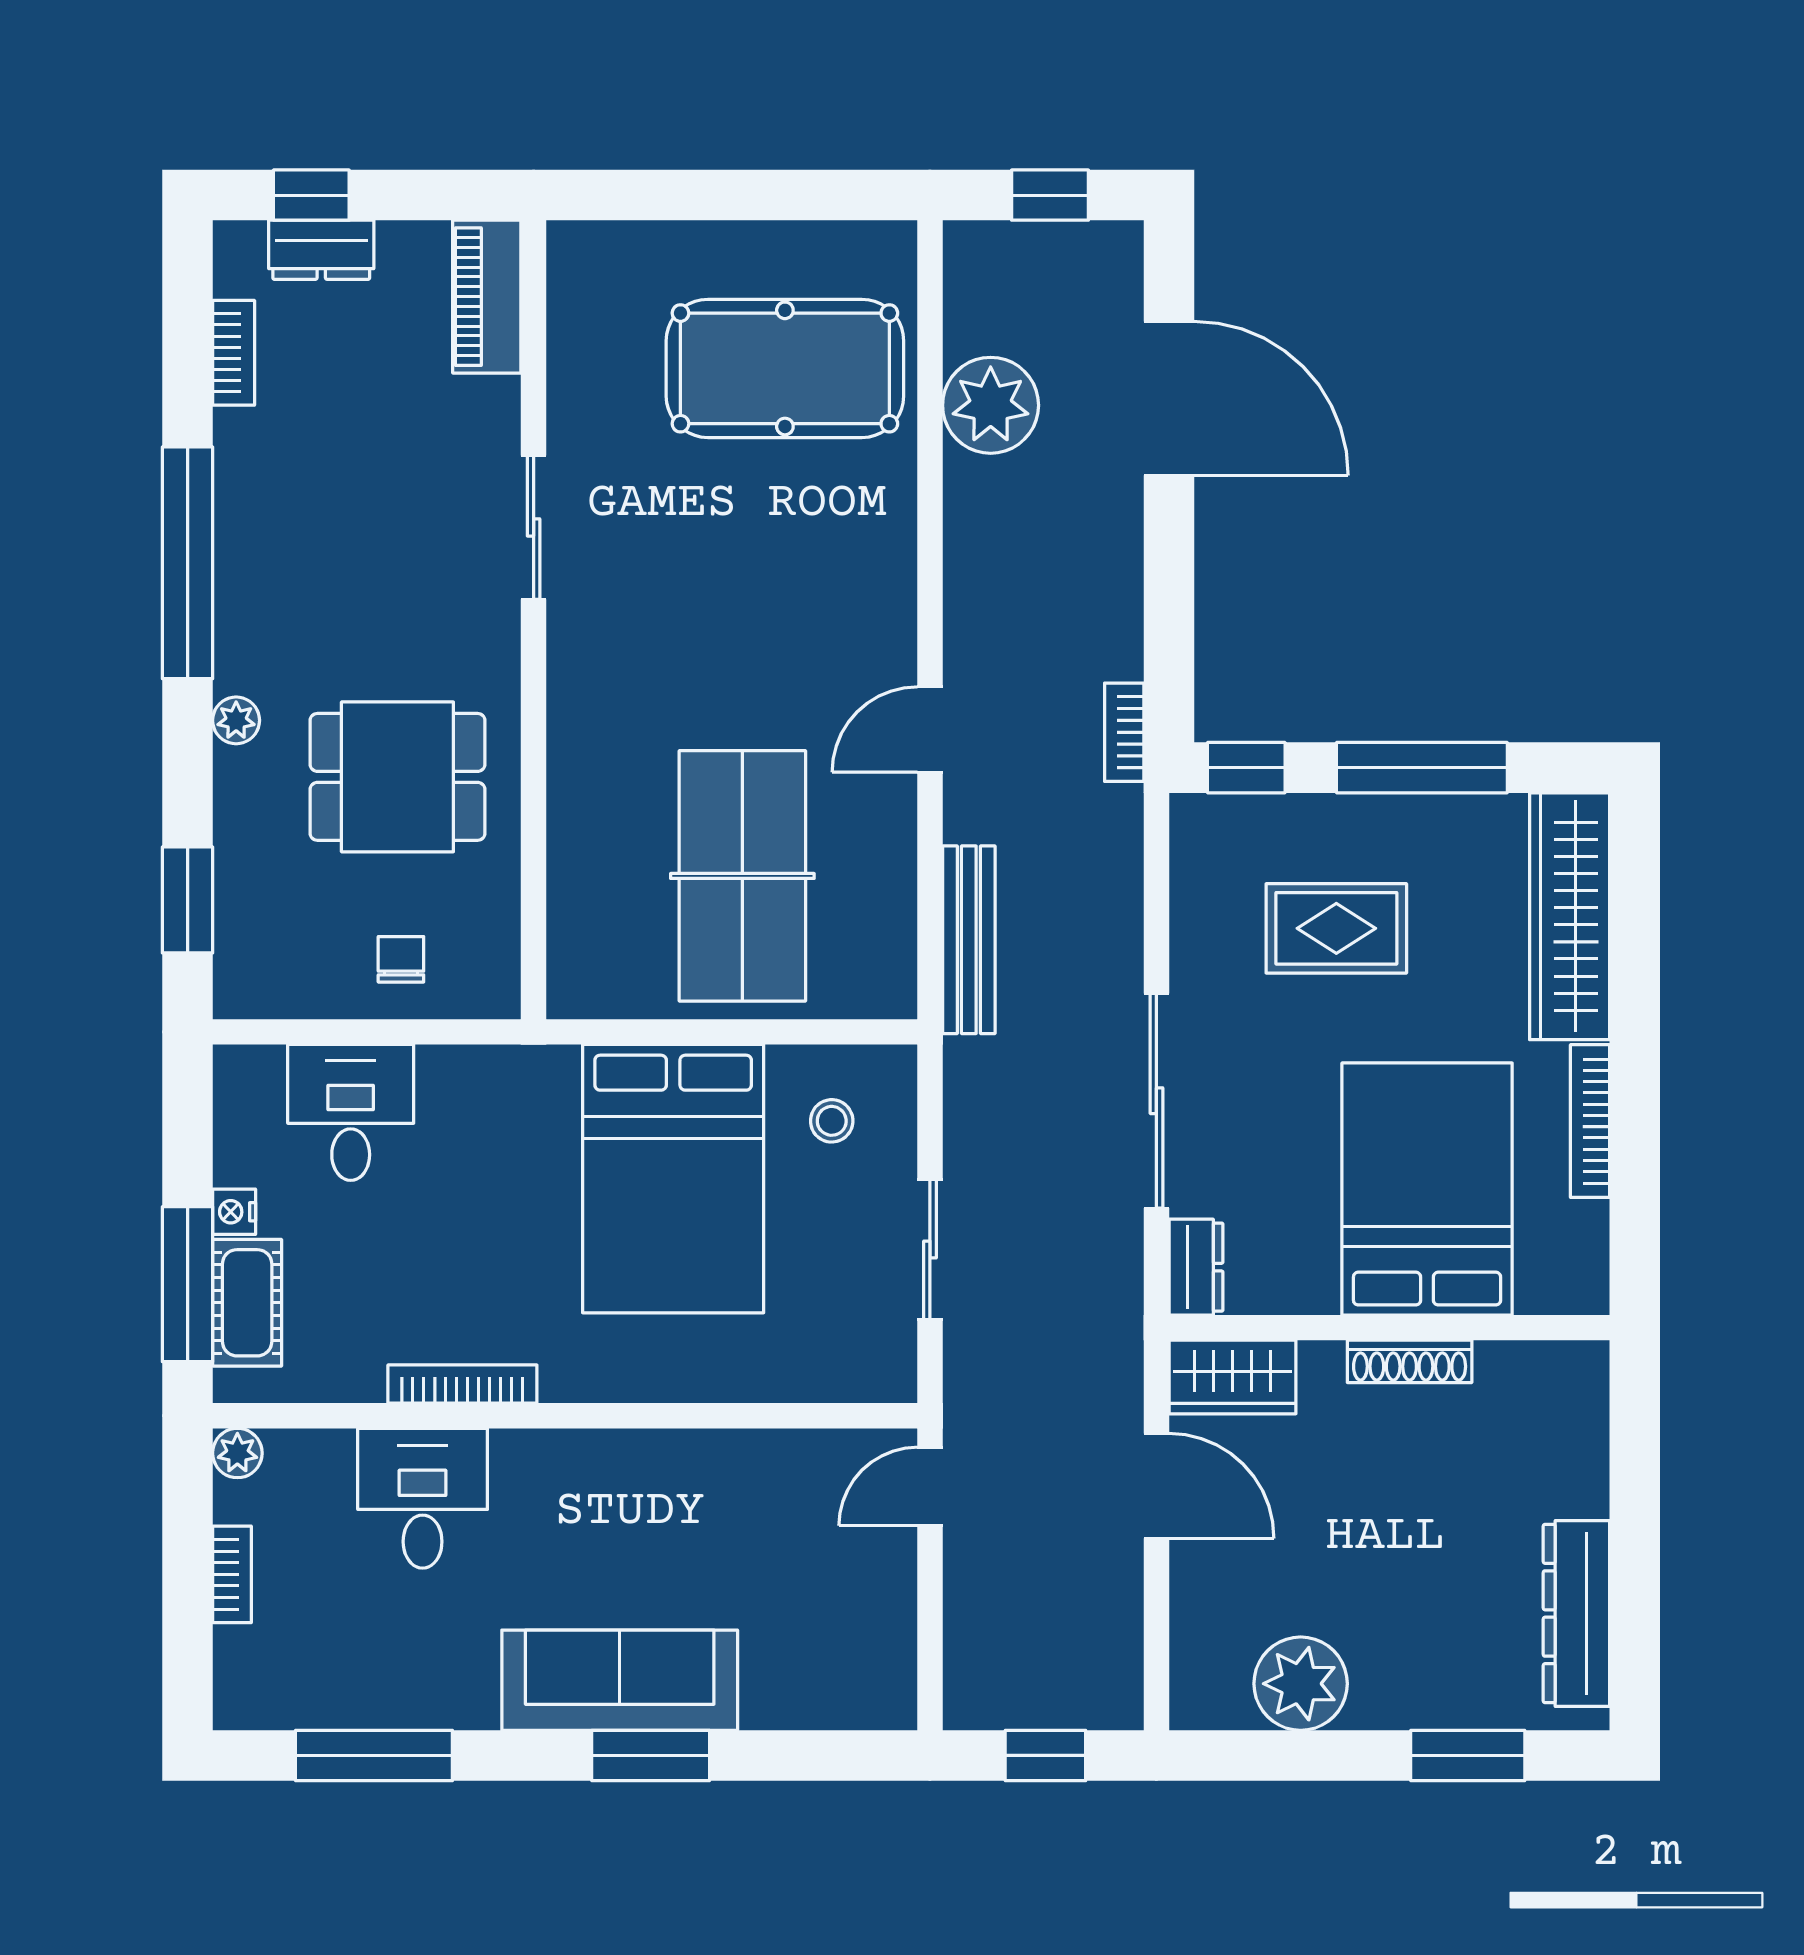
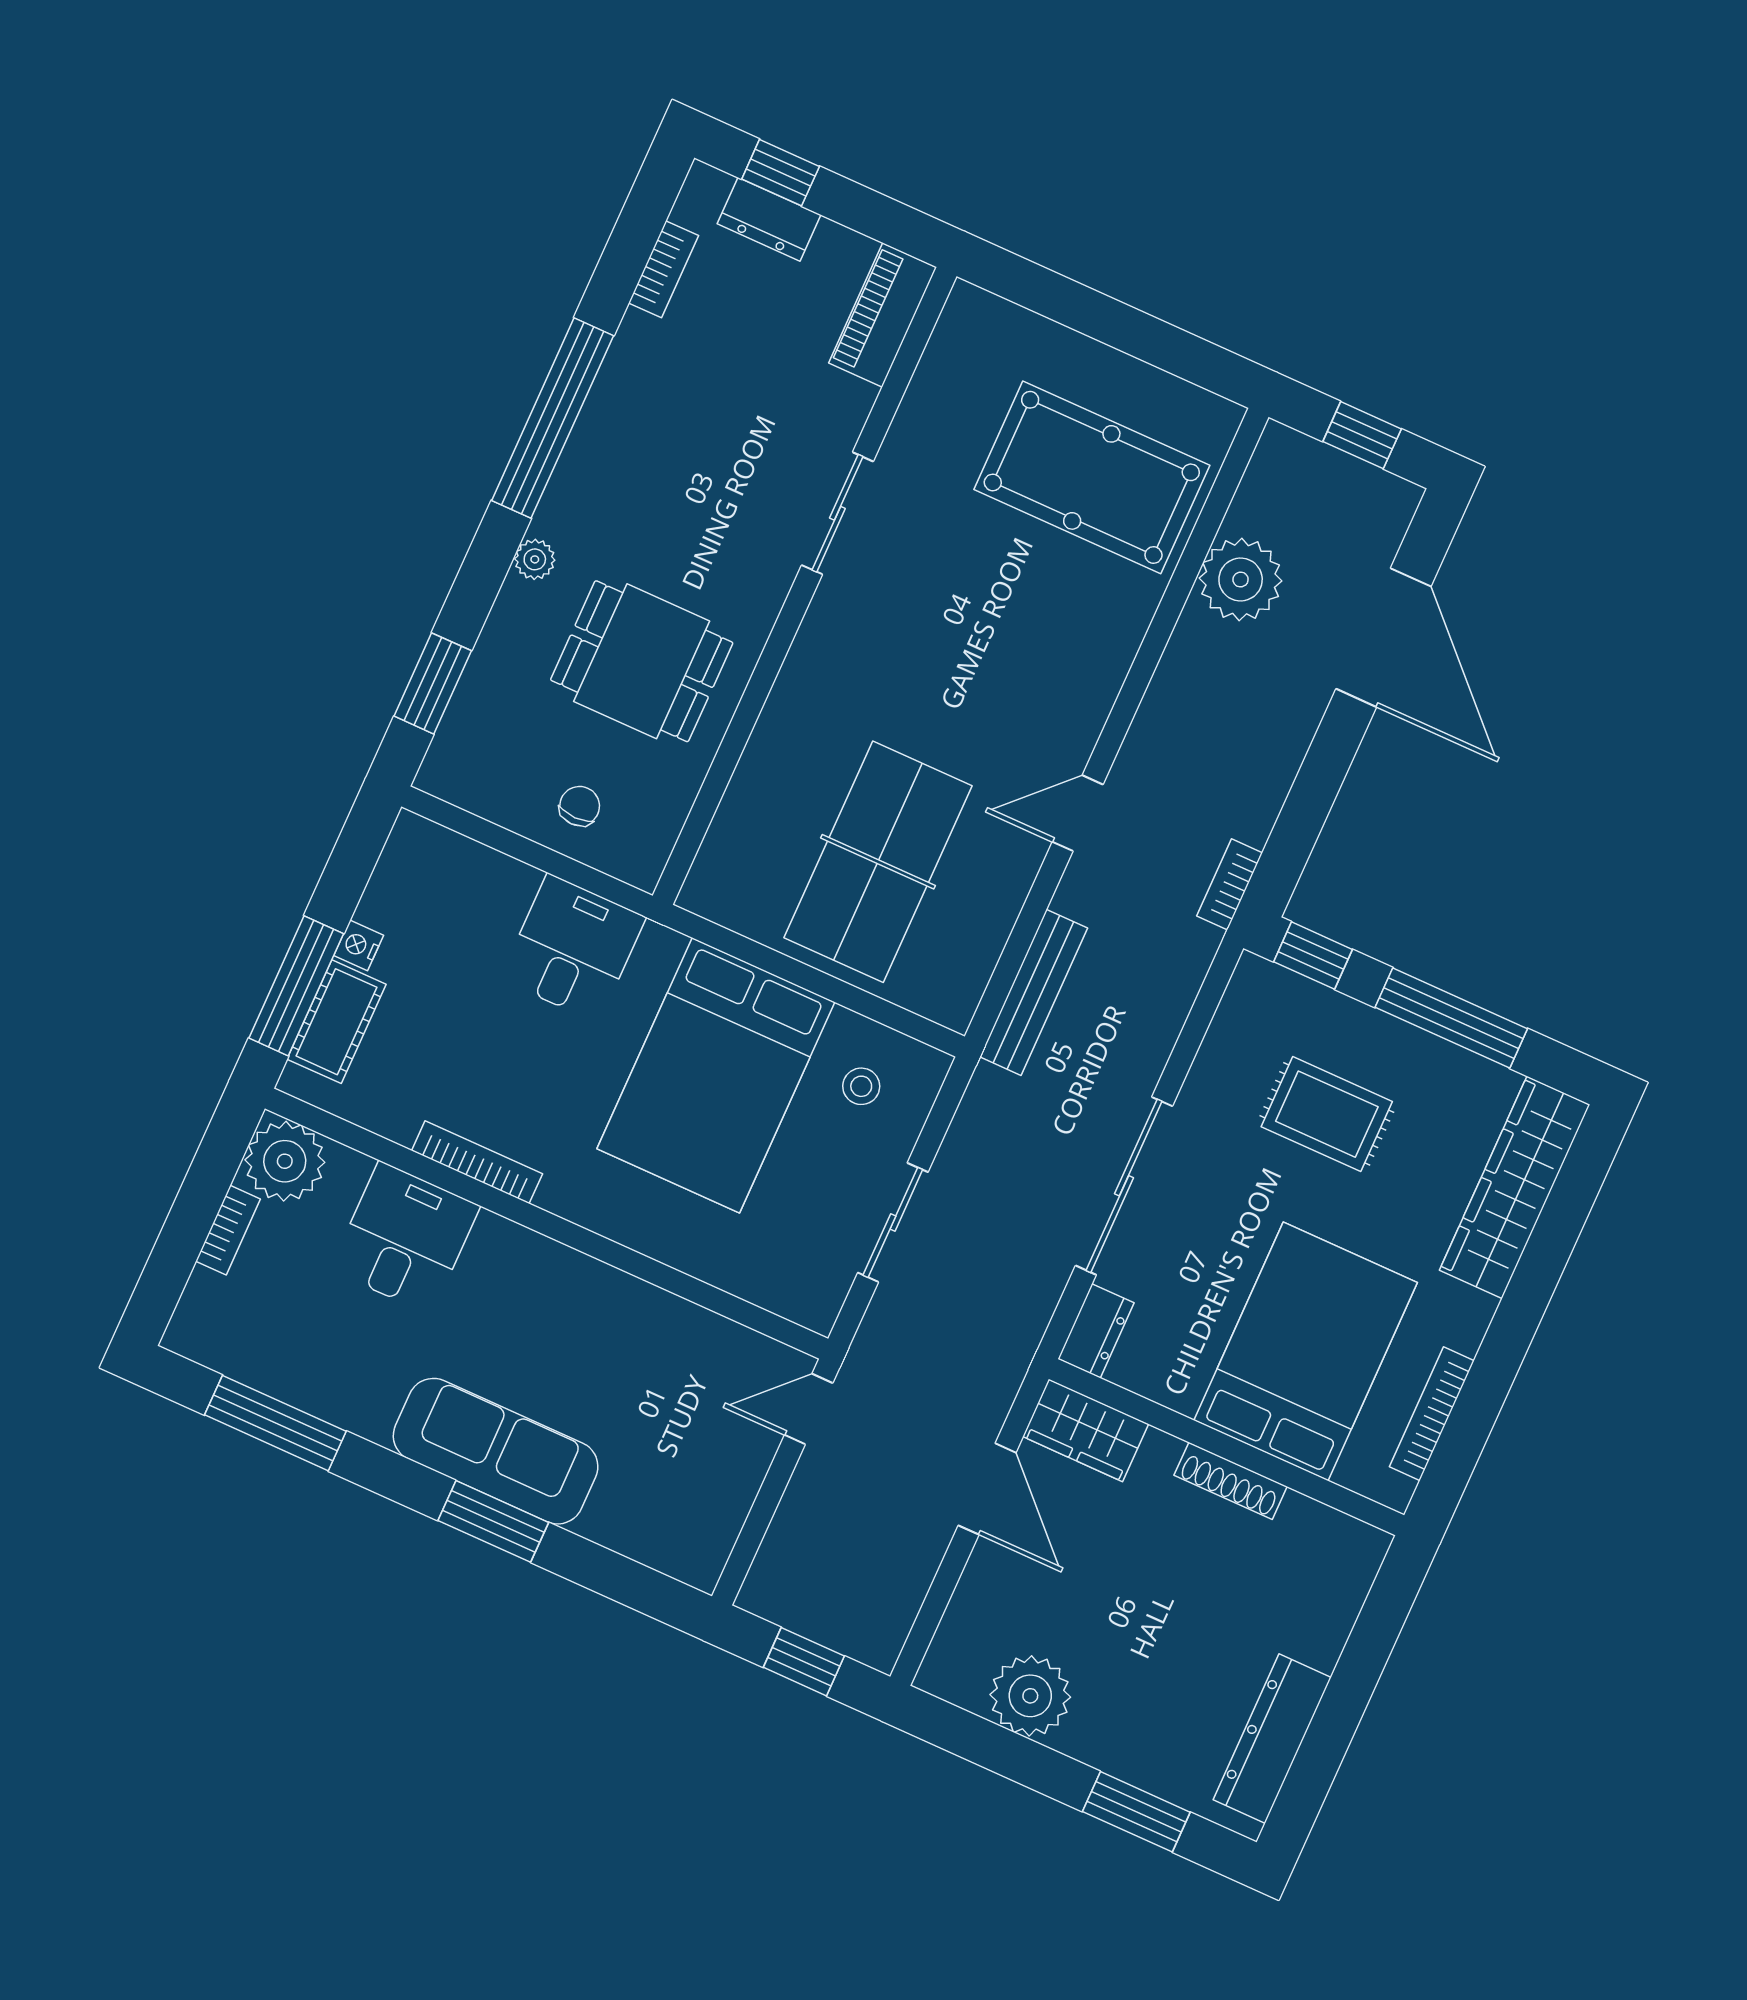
desk: (351, 1112) -> (573, 948), moved
bookcase: (1590, 1121) -> (1432, 1414), moved
plant: (237, 1453) -> (285, 1161), width x1.88, depth x1.88

